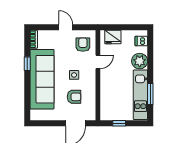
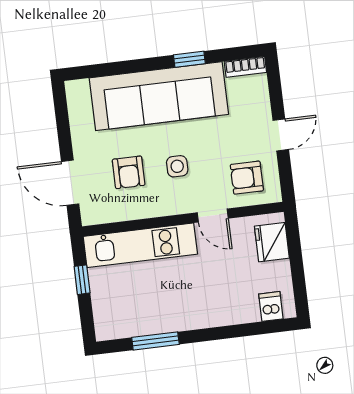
armchair: (83, 45) -> (247, 178), turned 180
plant: (140, 61) -> (226, 308), removed
kitchen unit: (140, 95) -> (140, 245), moved, turned 180

